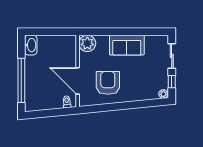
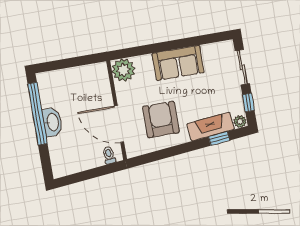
washbasin: (31, 45) -> (52, 122), moved
window: (21, 80) -> (38, 114), moved
fireplace: (142, 94) -> (211, 127), added
window: (147, 103) -> (219, 139), added

